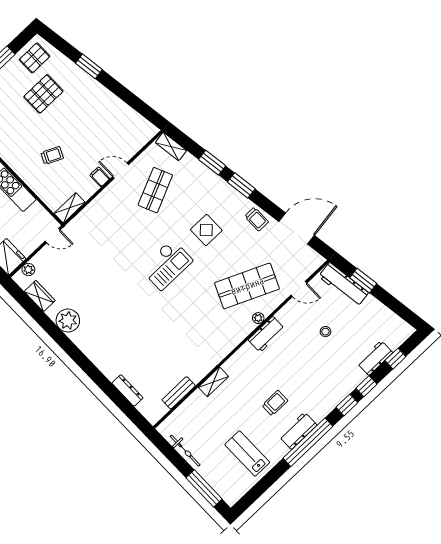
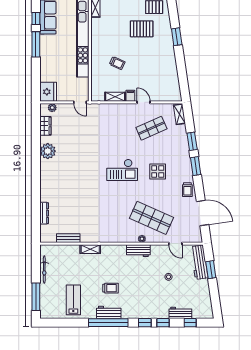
shelving: (70, 208) -> (115, 97), moved

